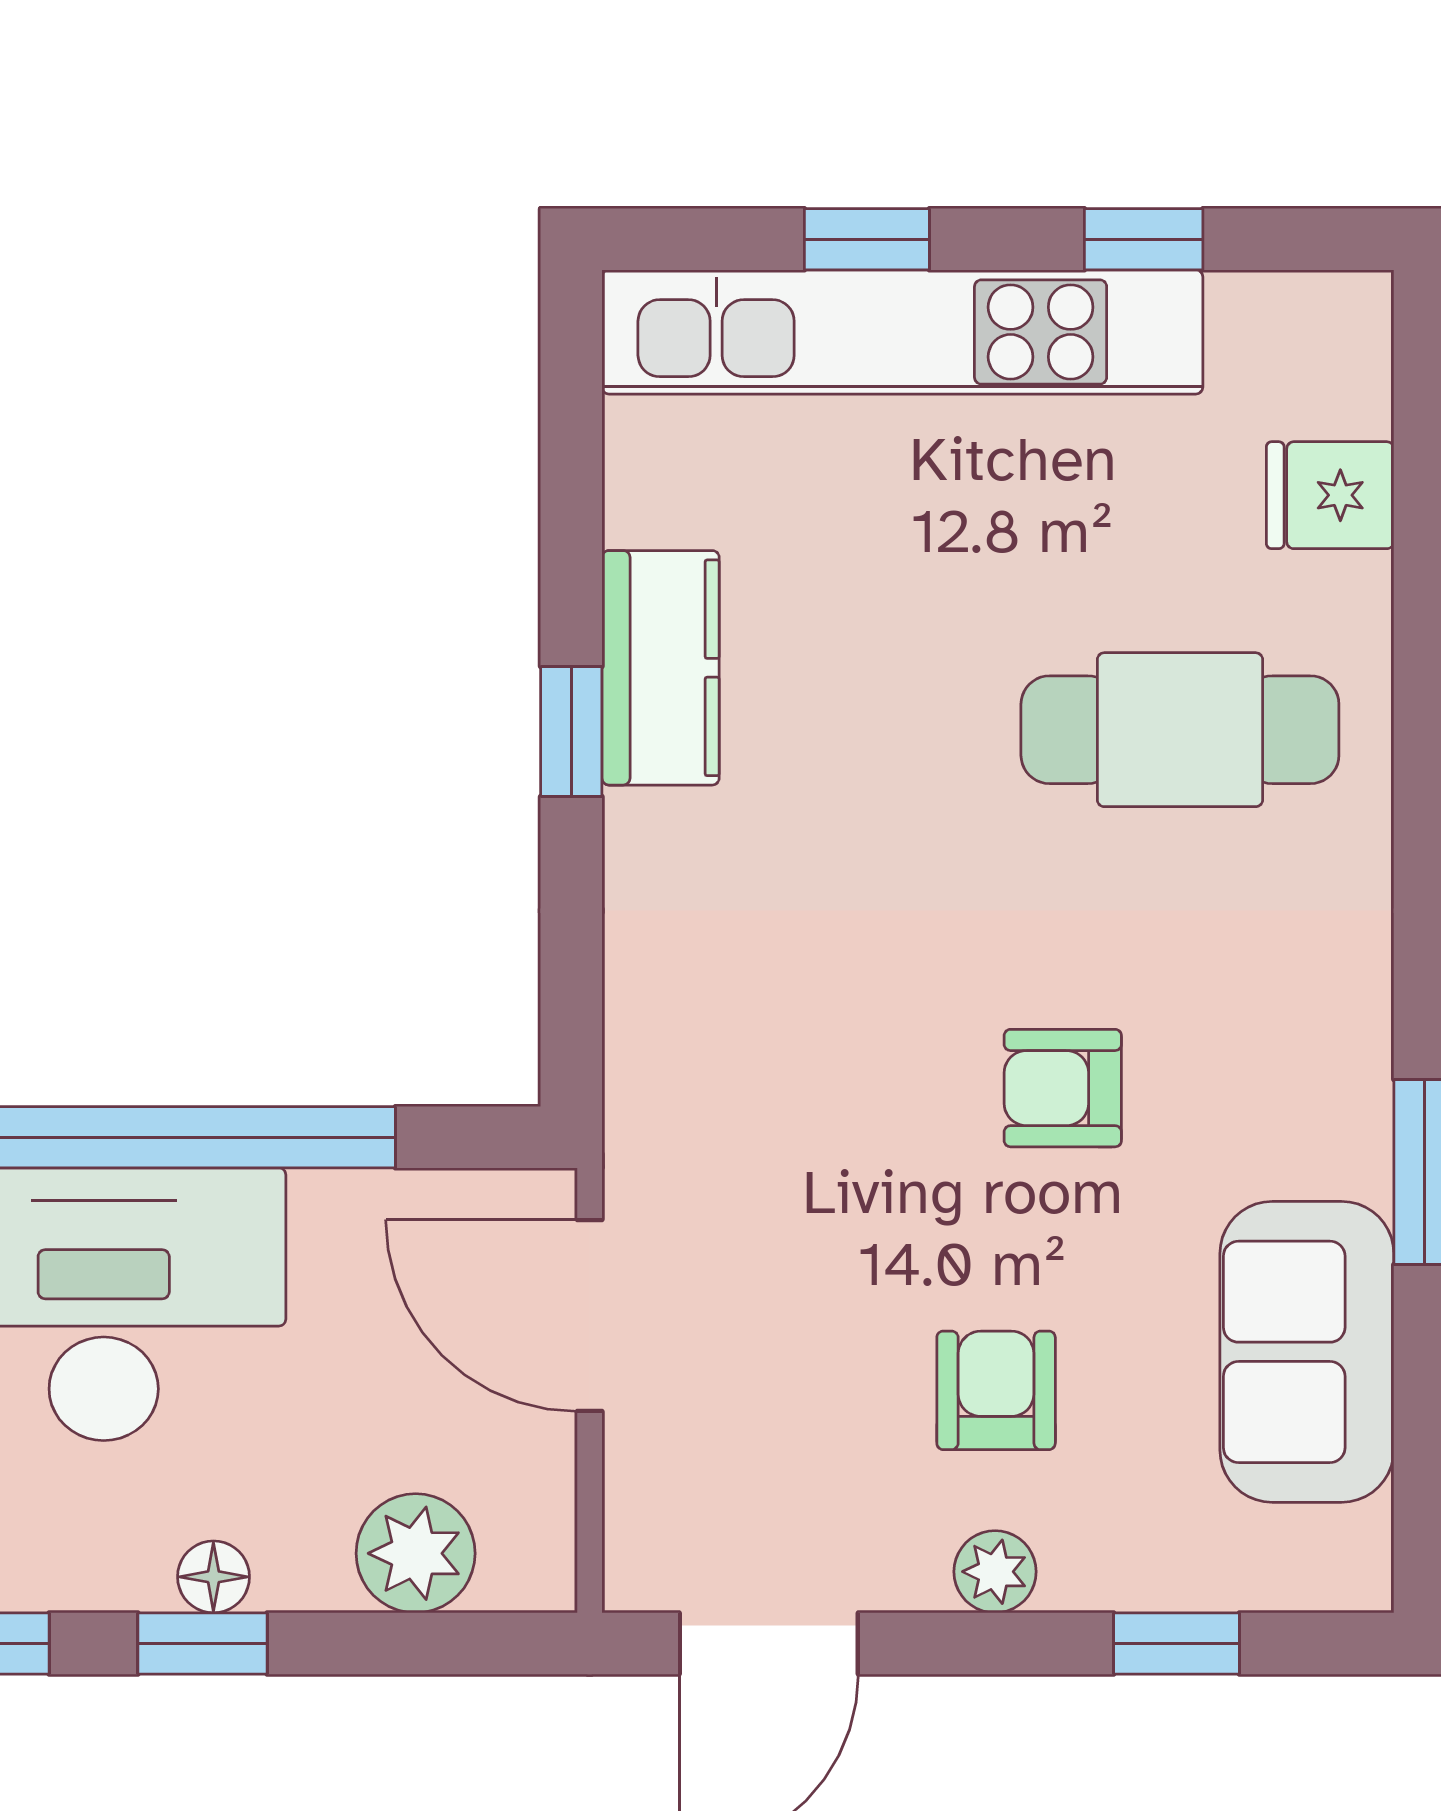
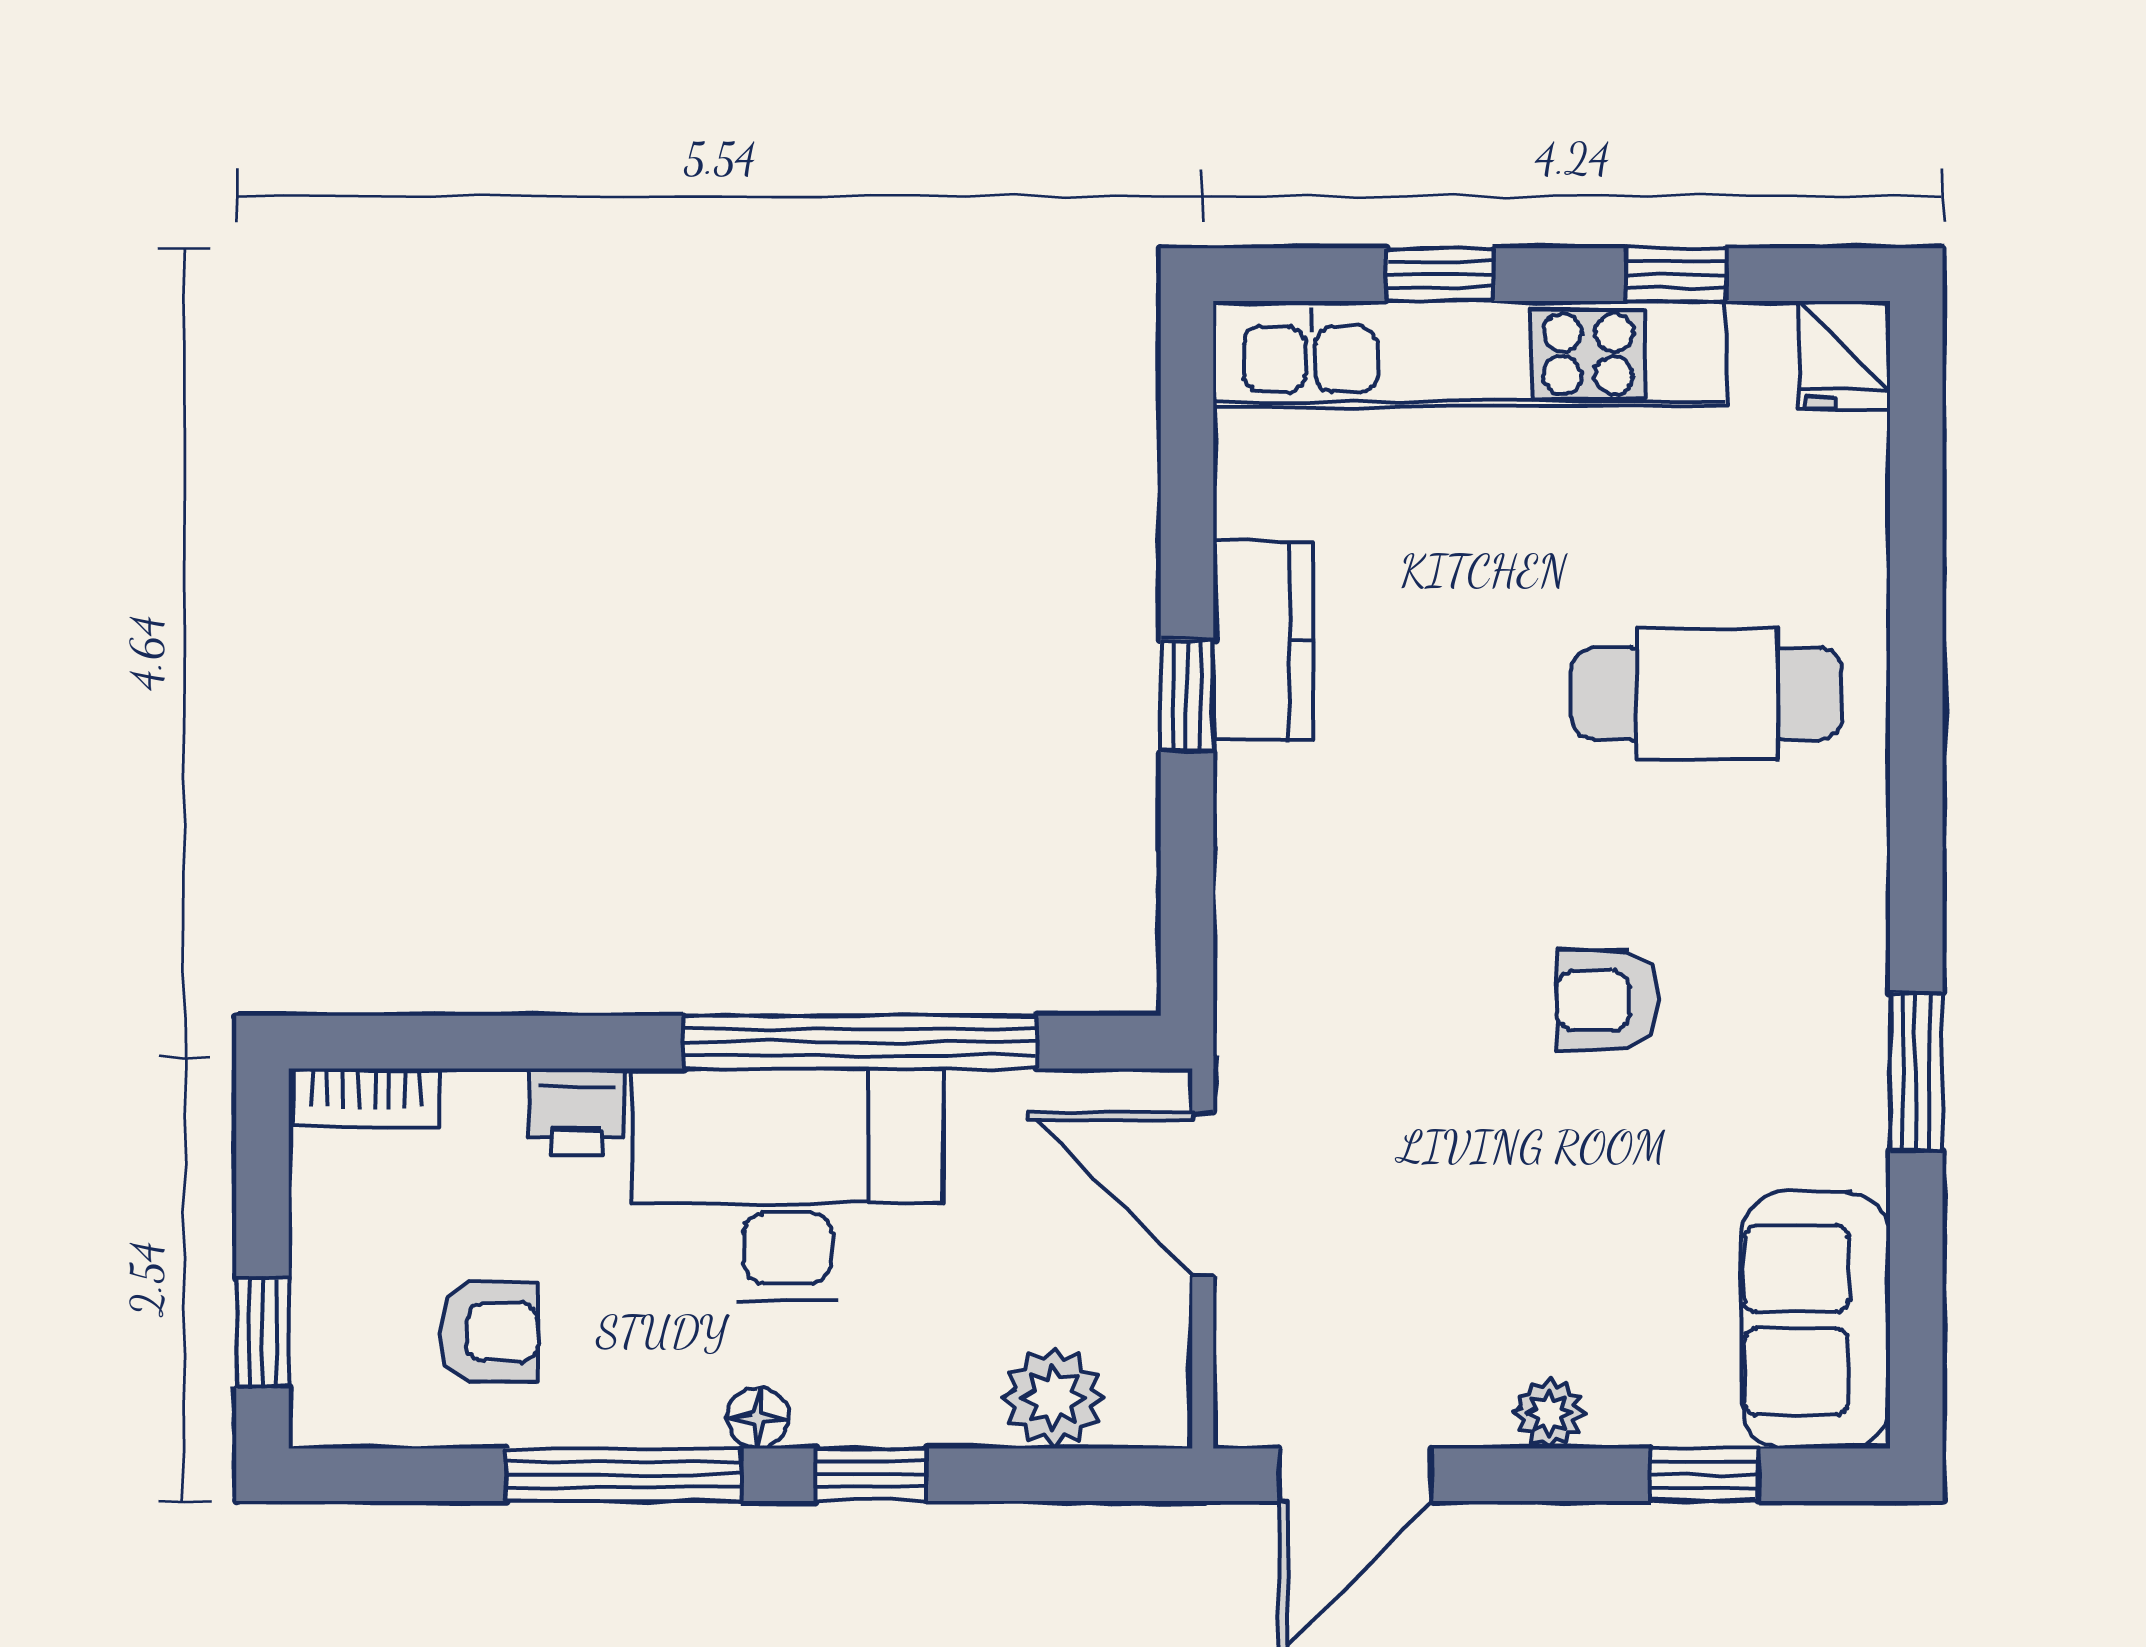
fridge: (1330, 495) -> (1844, 355), moved, turned -90
sofa: (1307, 1352) -> (1816, 1320), moved
armchair: (996, 1390) -> (1550, 1258), removed
floor lamp: (213, 1577) -> (758, 1418), moved

